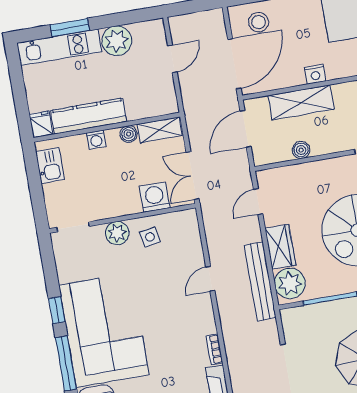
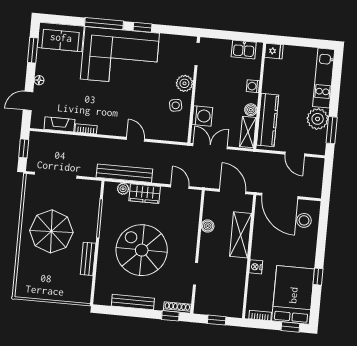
window: (70, 28) -> (332, 130), moved
nightstand: (315, 74) -> (256, 267), moved
kitchen counter: (89, 116) -> (268, 120), moved
plant: (290, 283) -> (123, 189), width x0.53, depth x0.53

